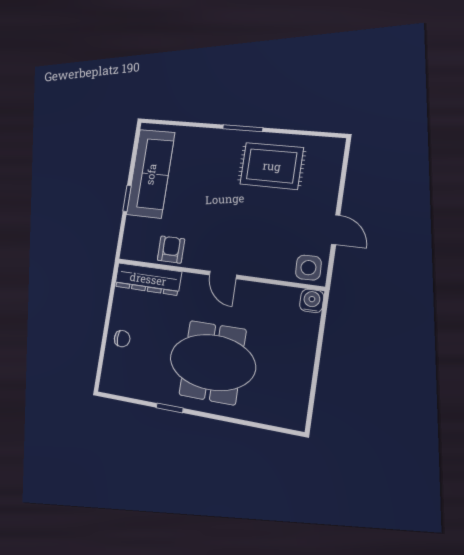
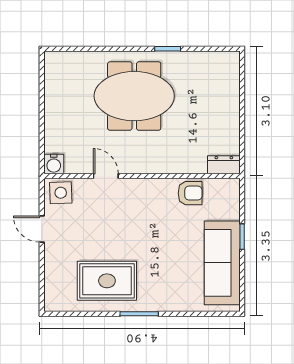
armchair: (171, 250) -> (190, 193), turned -90
door: (223, 275) -> (106, 176), moved
dresser: (148, 279) -> (224, 165), width x0.51, depth x0.80
chair: (122, 339) -> (224, 103), removed

